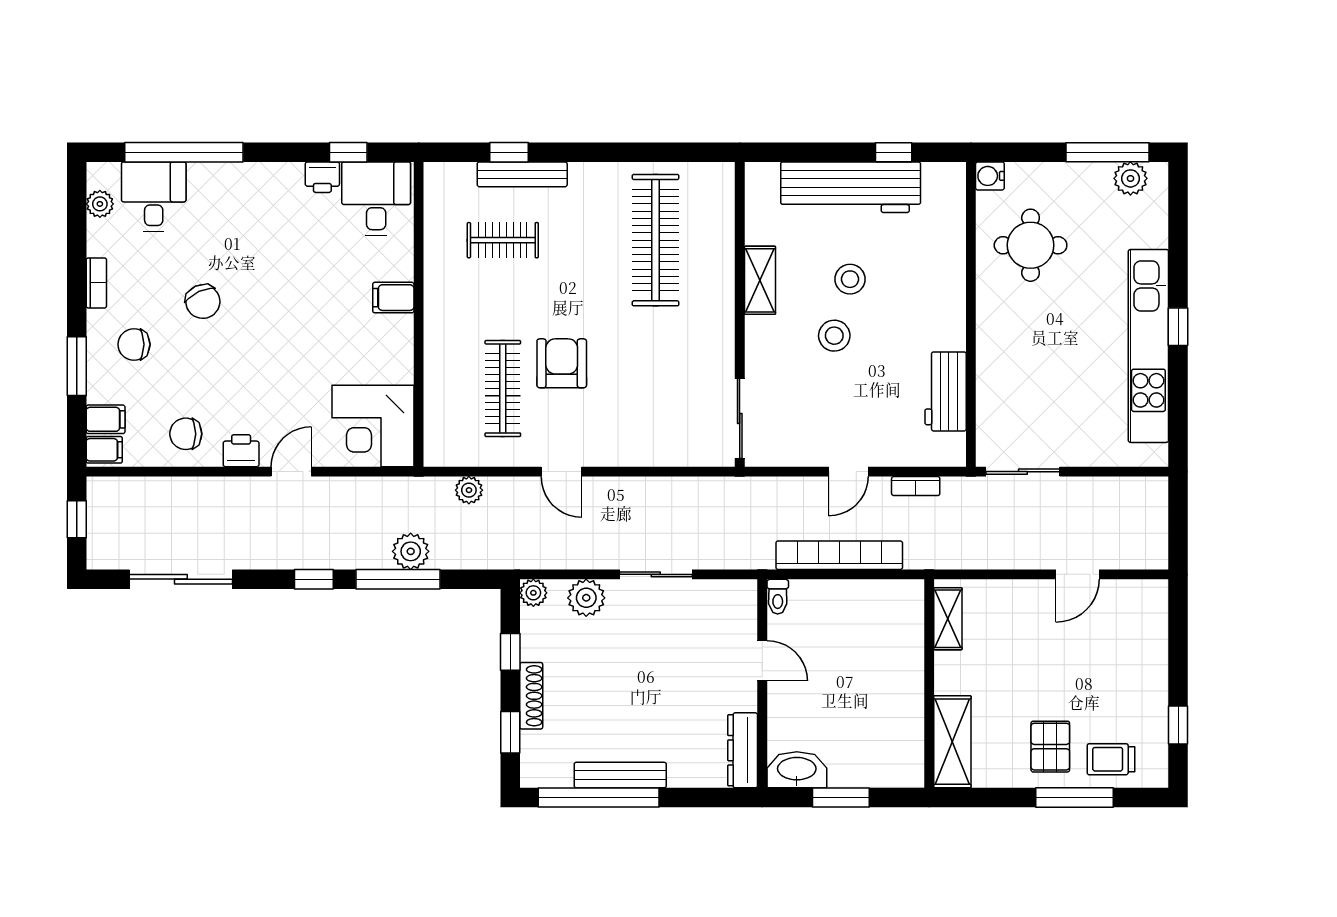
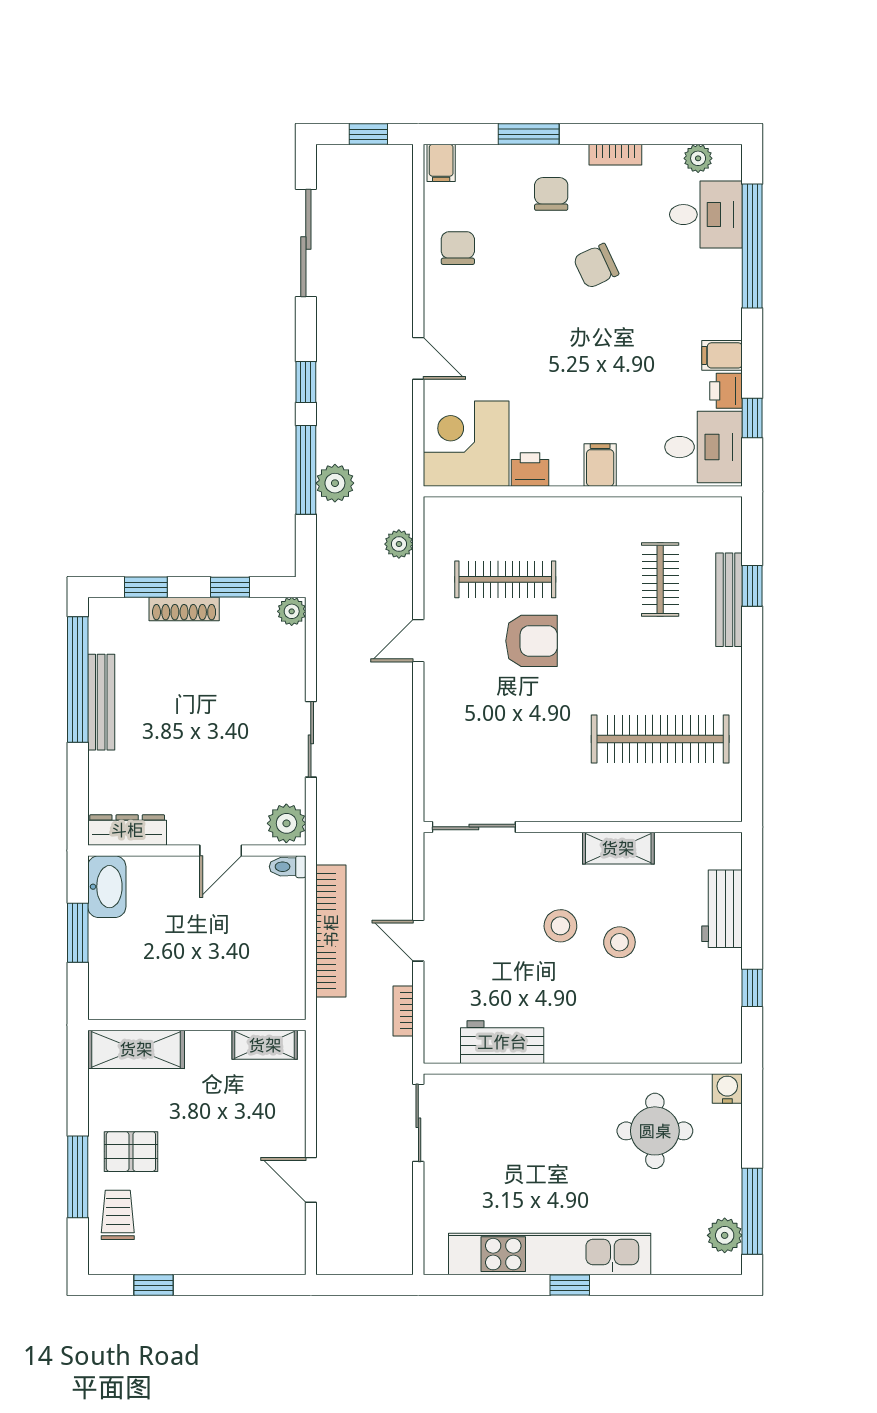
workbench: (851, 187) -> (722, 909), width x0.53, depth x0.76
filing cabinet: (106, 419) -> (722, 355), moved, turned 90
printer: (241, 451) -> (530, 470), moved, turned -90
plant: (586, 598) -> (286, 823), moved

